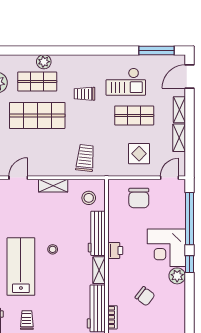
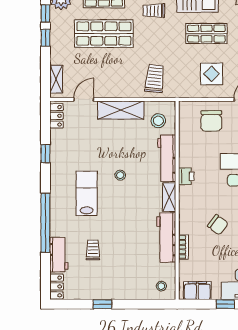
shelving: (53, 186) -> (121, 110), width x1.50, depth x1.33
lab bench: (21, 267) -> (87, 193), width x0.73, depth x0.72

